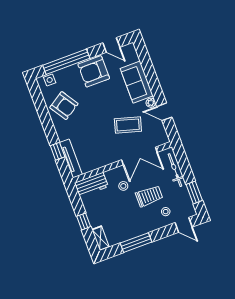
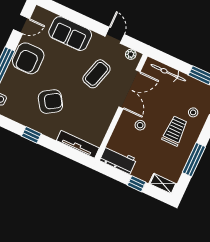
plant: (151, 103) -> (131, 54), moved
armchair: (64, 106) -> (50, 102), moved
door: (164, 112) -> (115, 35), swing flipped
window: (58, 151) -> (31, 135), moved
workbench: (92, 185) -> (118, 160), moved, turned -90
trolley: (149, 196) -> (175, 131), moved

